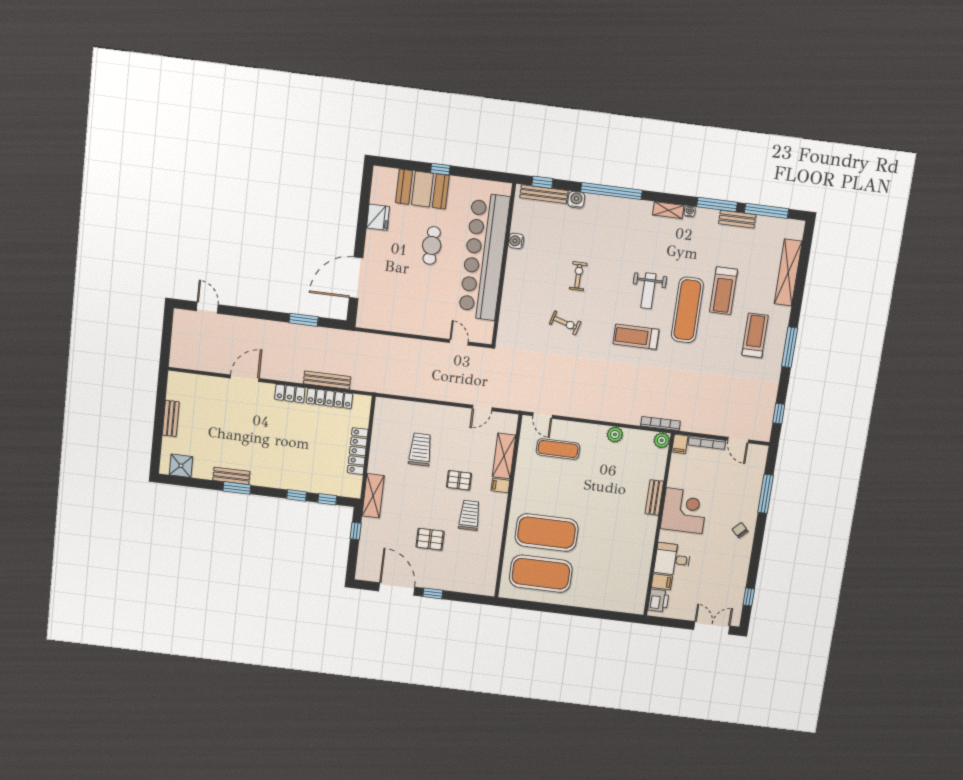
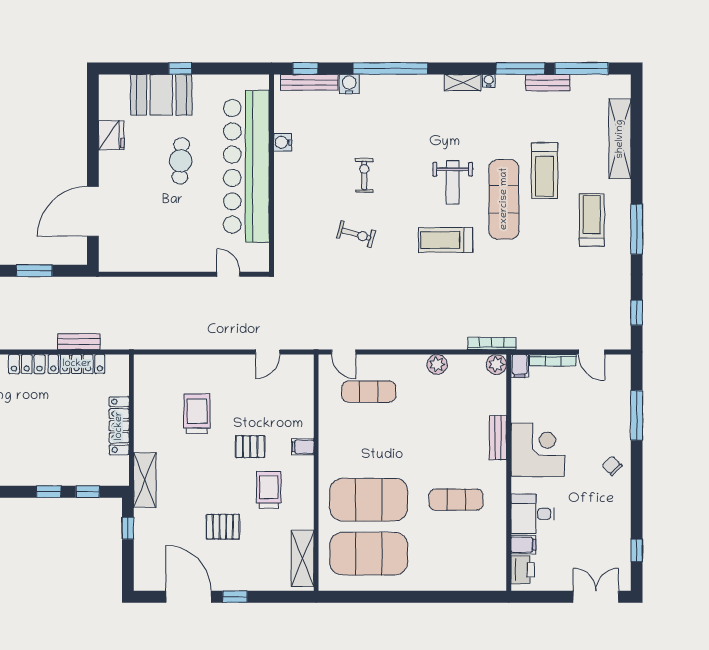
bench: (327, 380) -> (79, 342), width x0.73
shelving: (504, 456) -> (303, 558), moved
exercise mat: (615, 541) -> (456, 500), added

